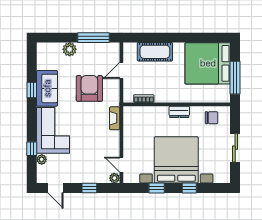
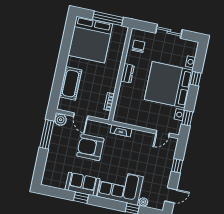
plant: (70, 49) -> (61, 120), moved
plant: (114, 178) -> (173, 142), removed
window: (157, 188) -> (187, 118), moved

